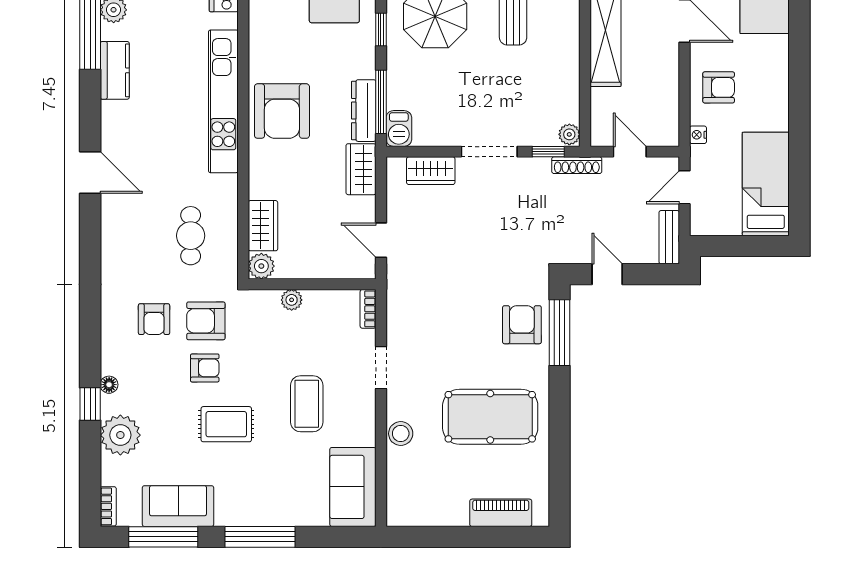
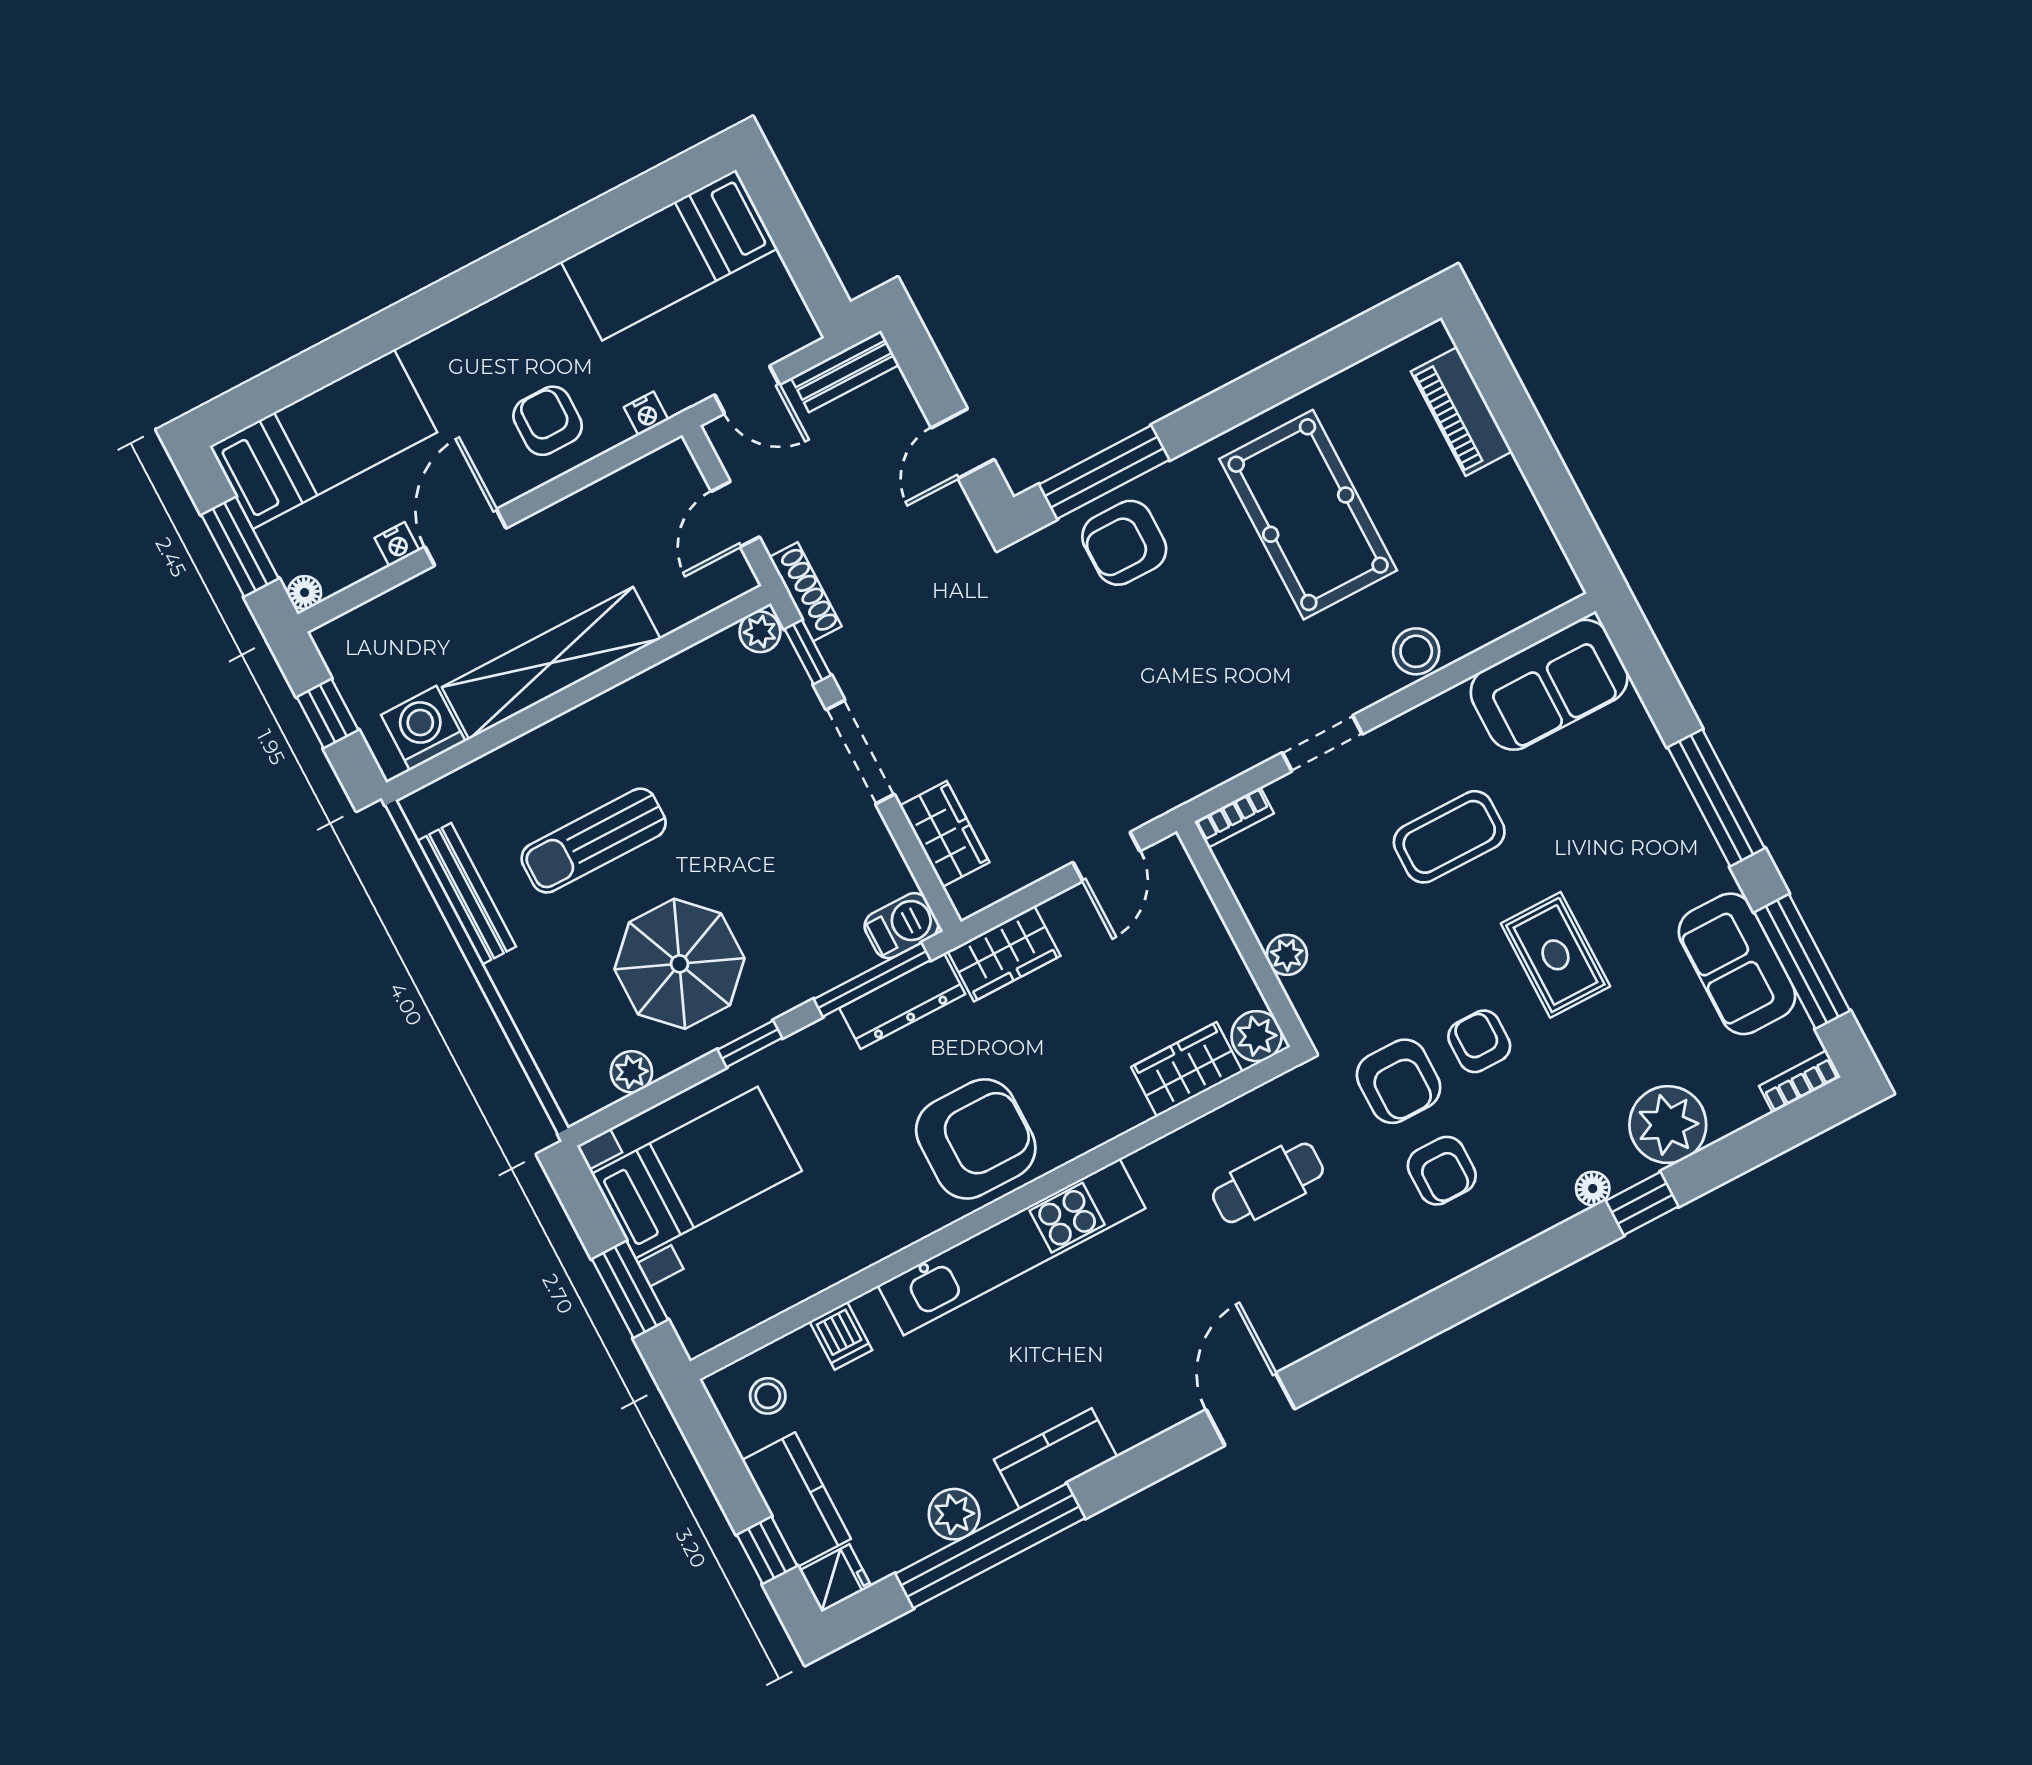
armchair: (154, 319) -> (1442, 1171), turned 90

